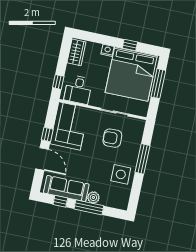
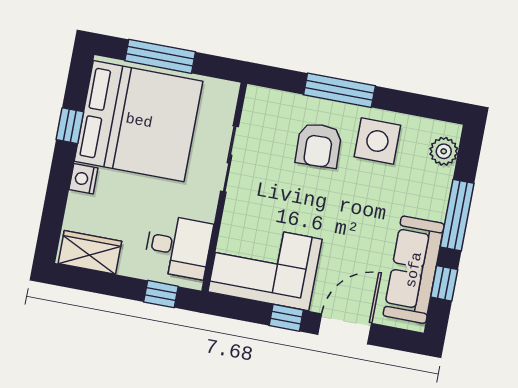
armchair: (112, 138) -> (319, 145), moved
plant: (93, 197) -> (444, 151), moved

